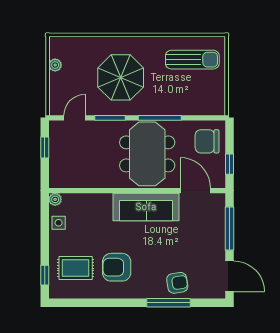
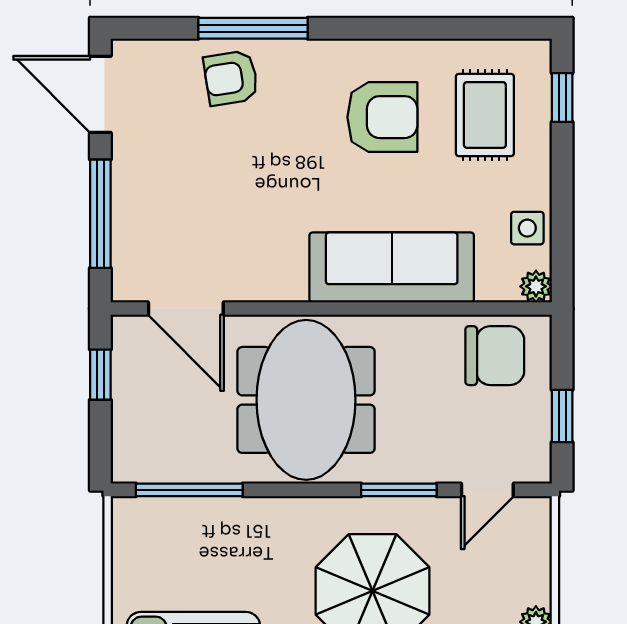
window: (160, 118) -> (189, 490), moved
chair: (207, 141) -> (495, 356), moved
sofa: (146, 207) -> (392, 267), moved
rug: (76, 268) -> (485, 115), turned 90

